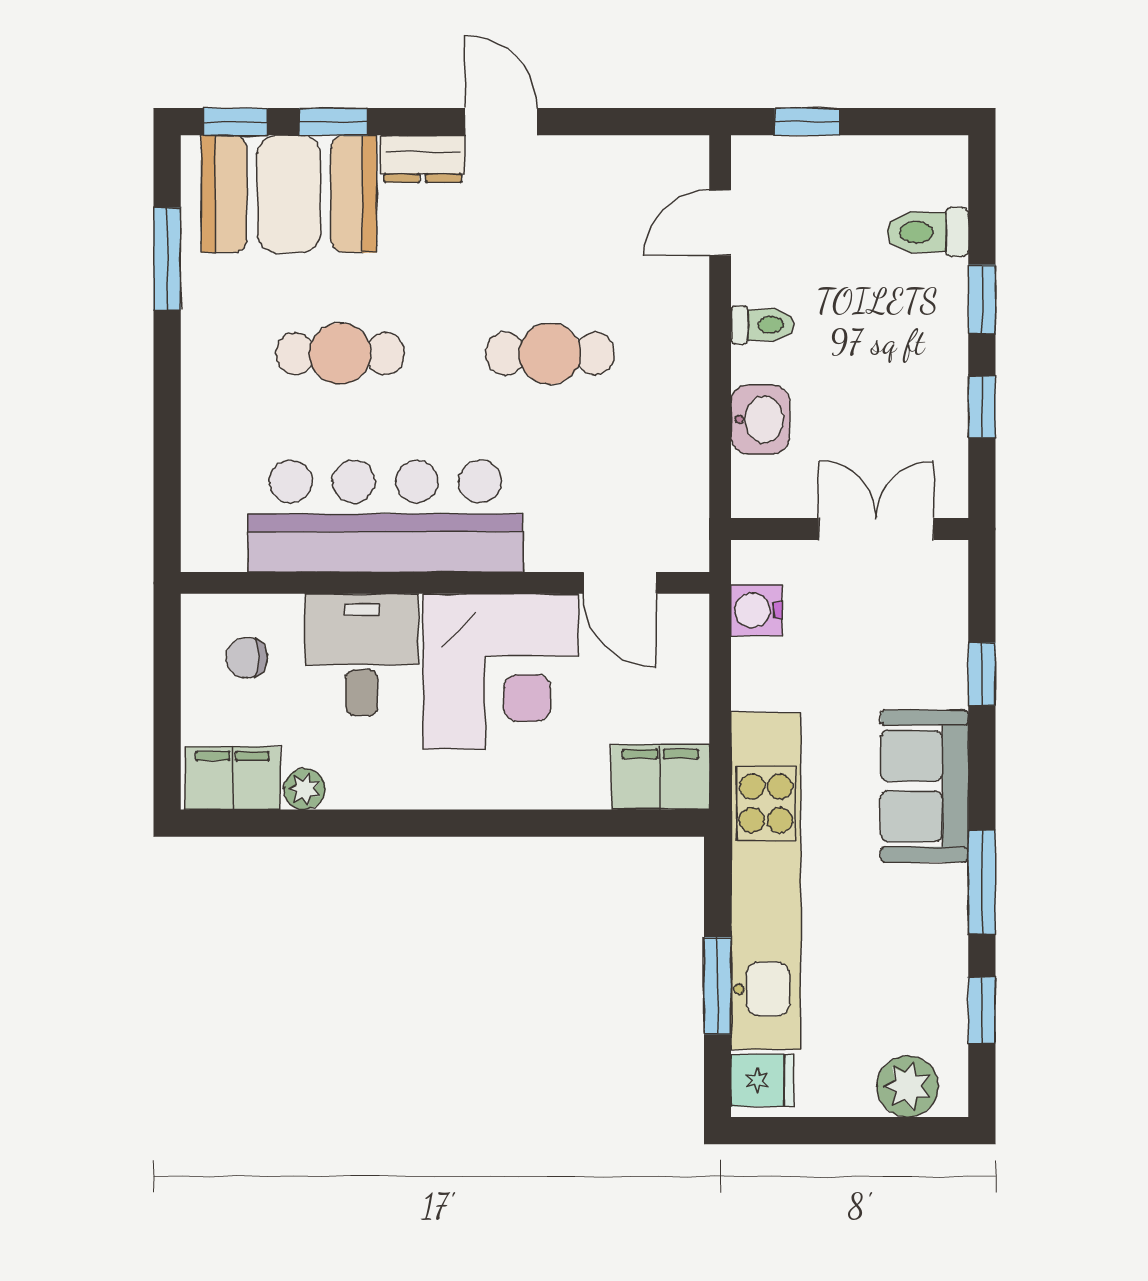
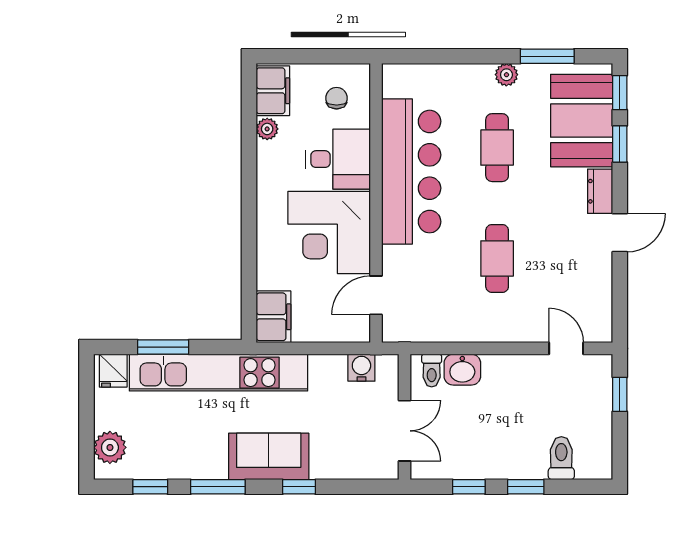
toilet: (762, 325) -> (432, 371), moved
plant: (202, 336) -> (506, 75), added
window: (982, 674) -> (299, 487), moved

